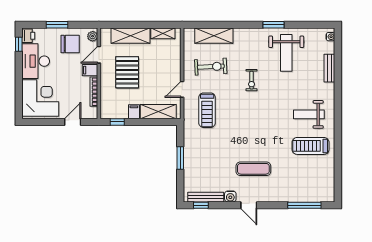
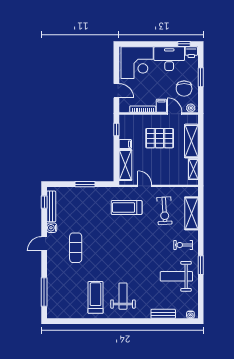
exercise bike: (252, 80) -> (183, 245), moved

